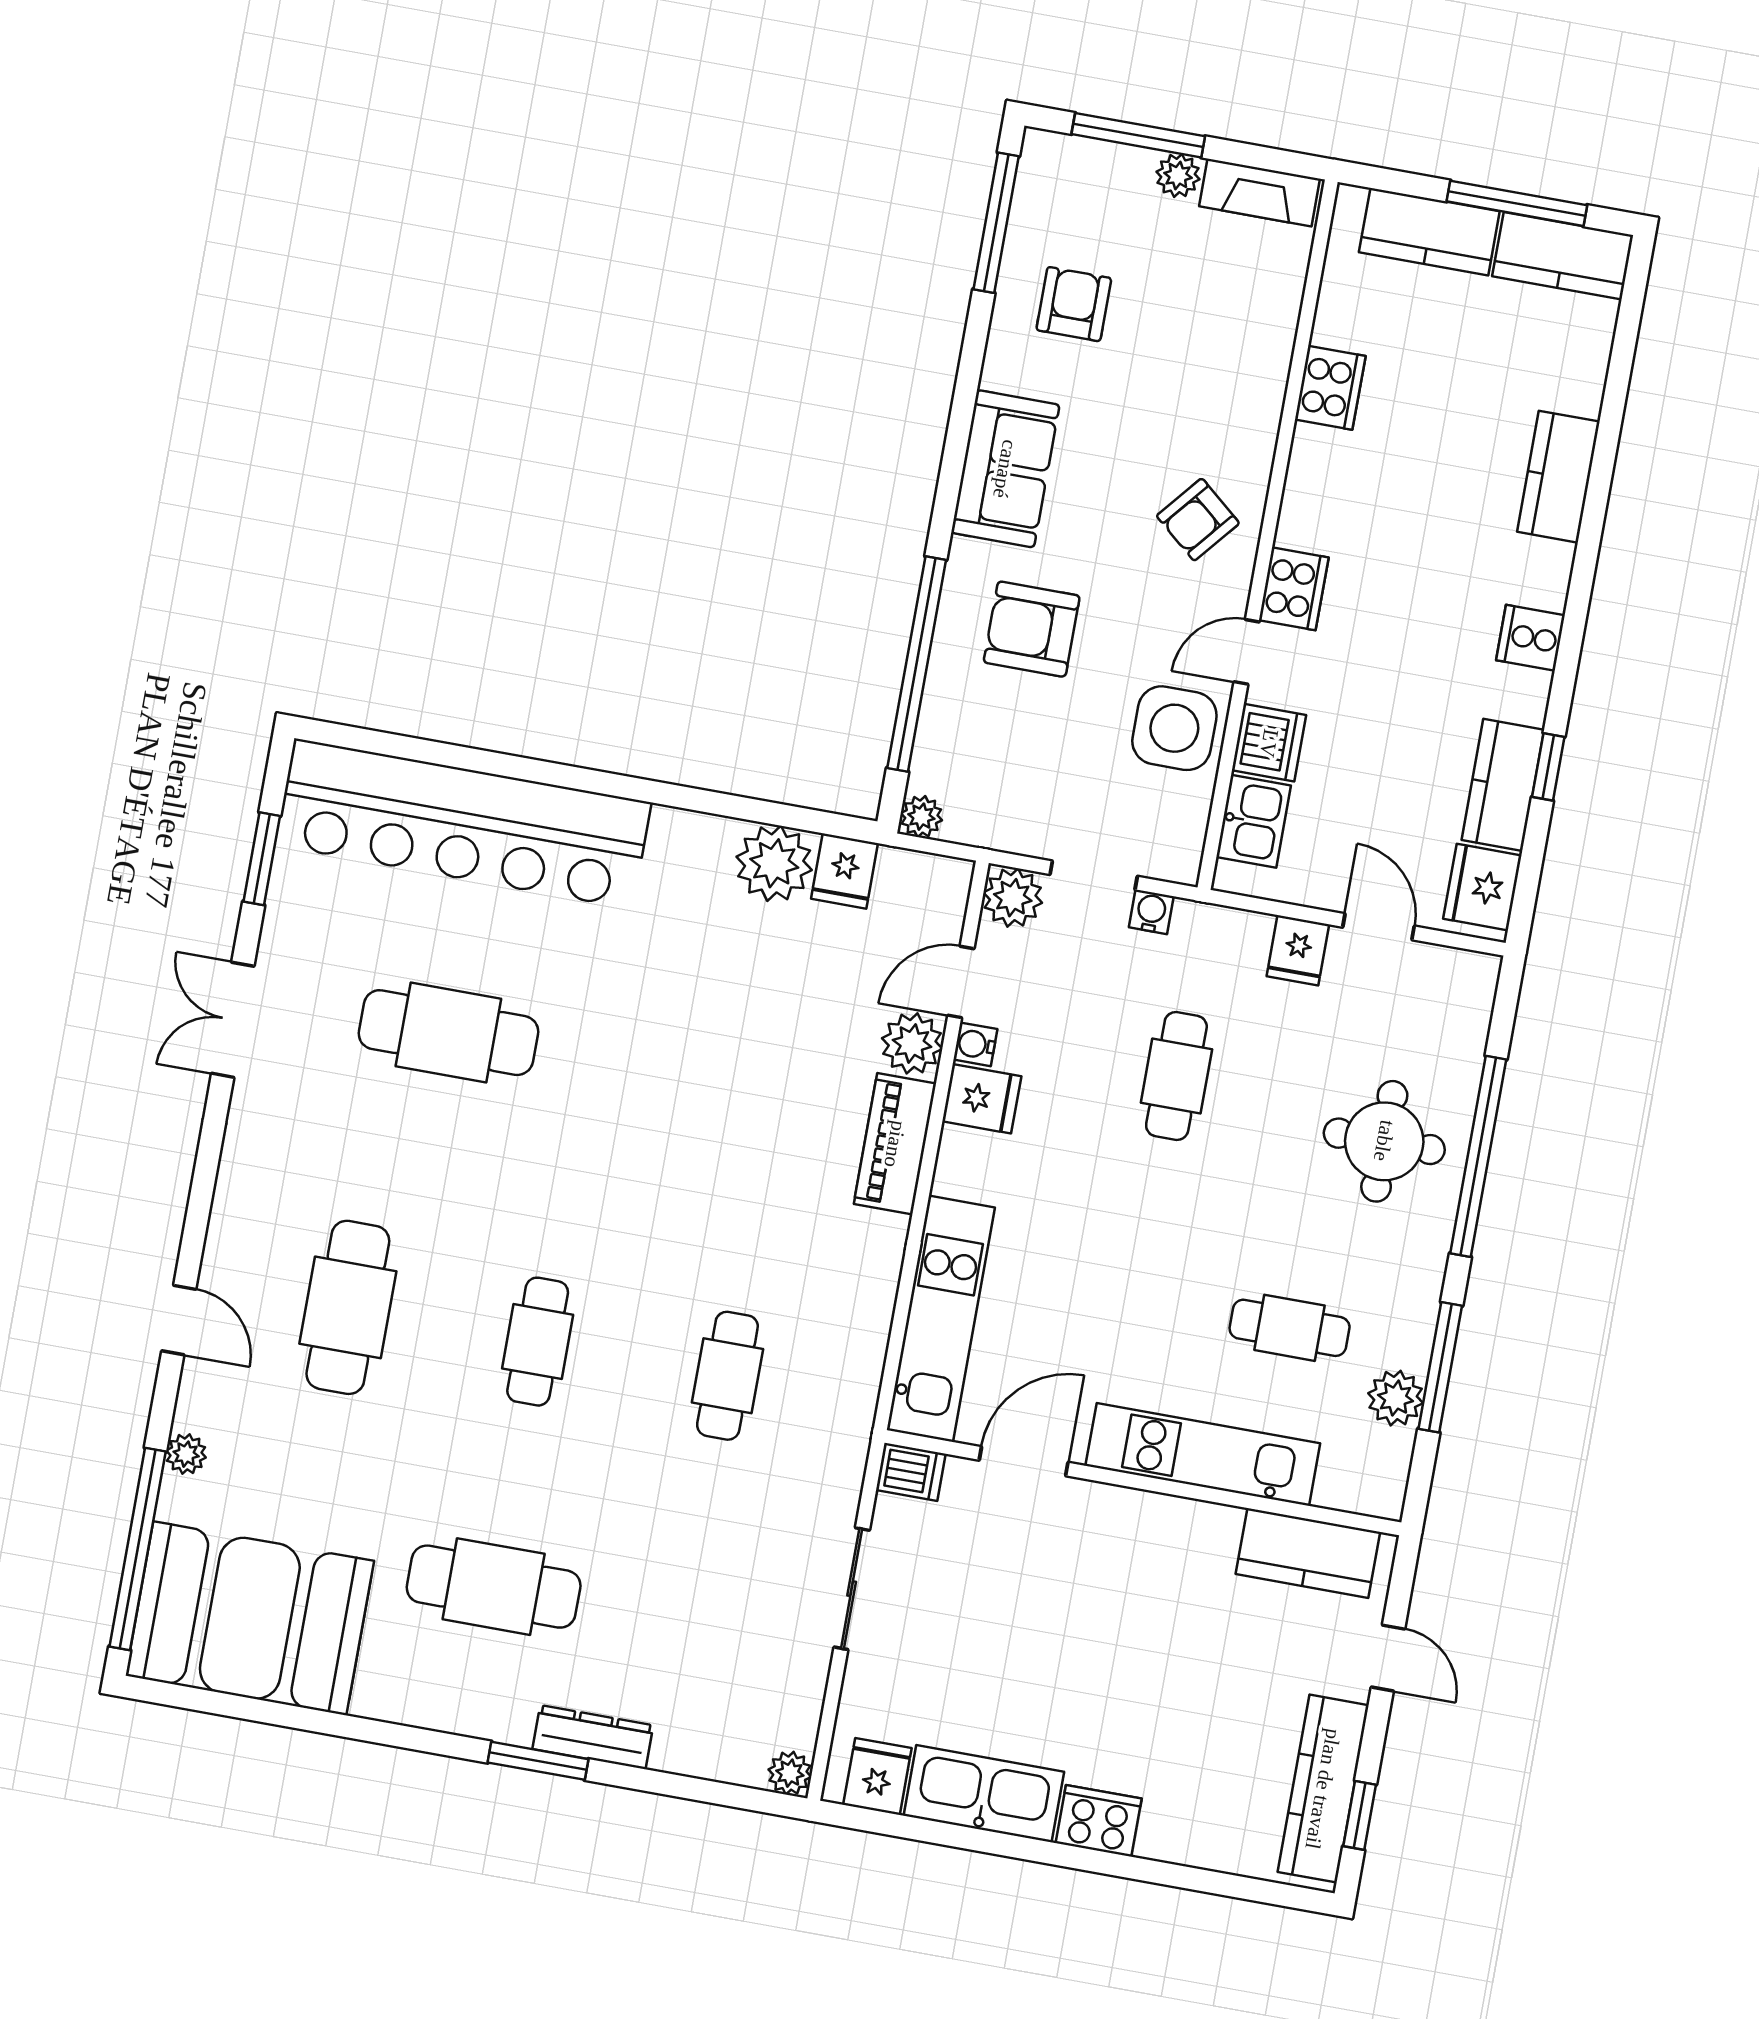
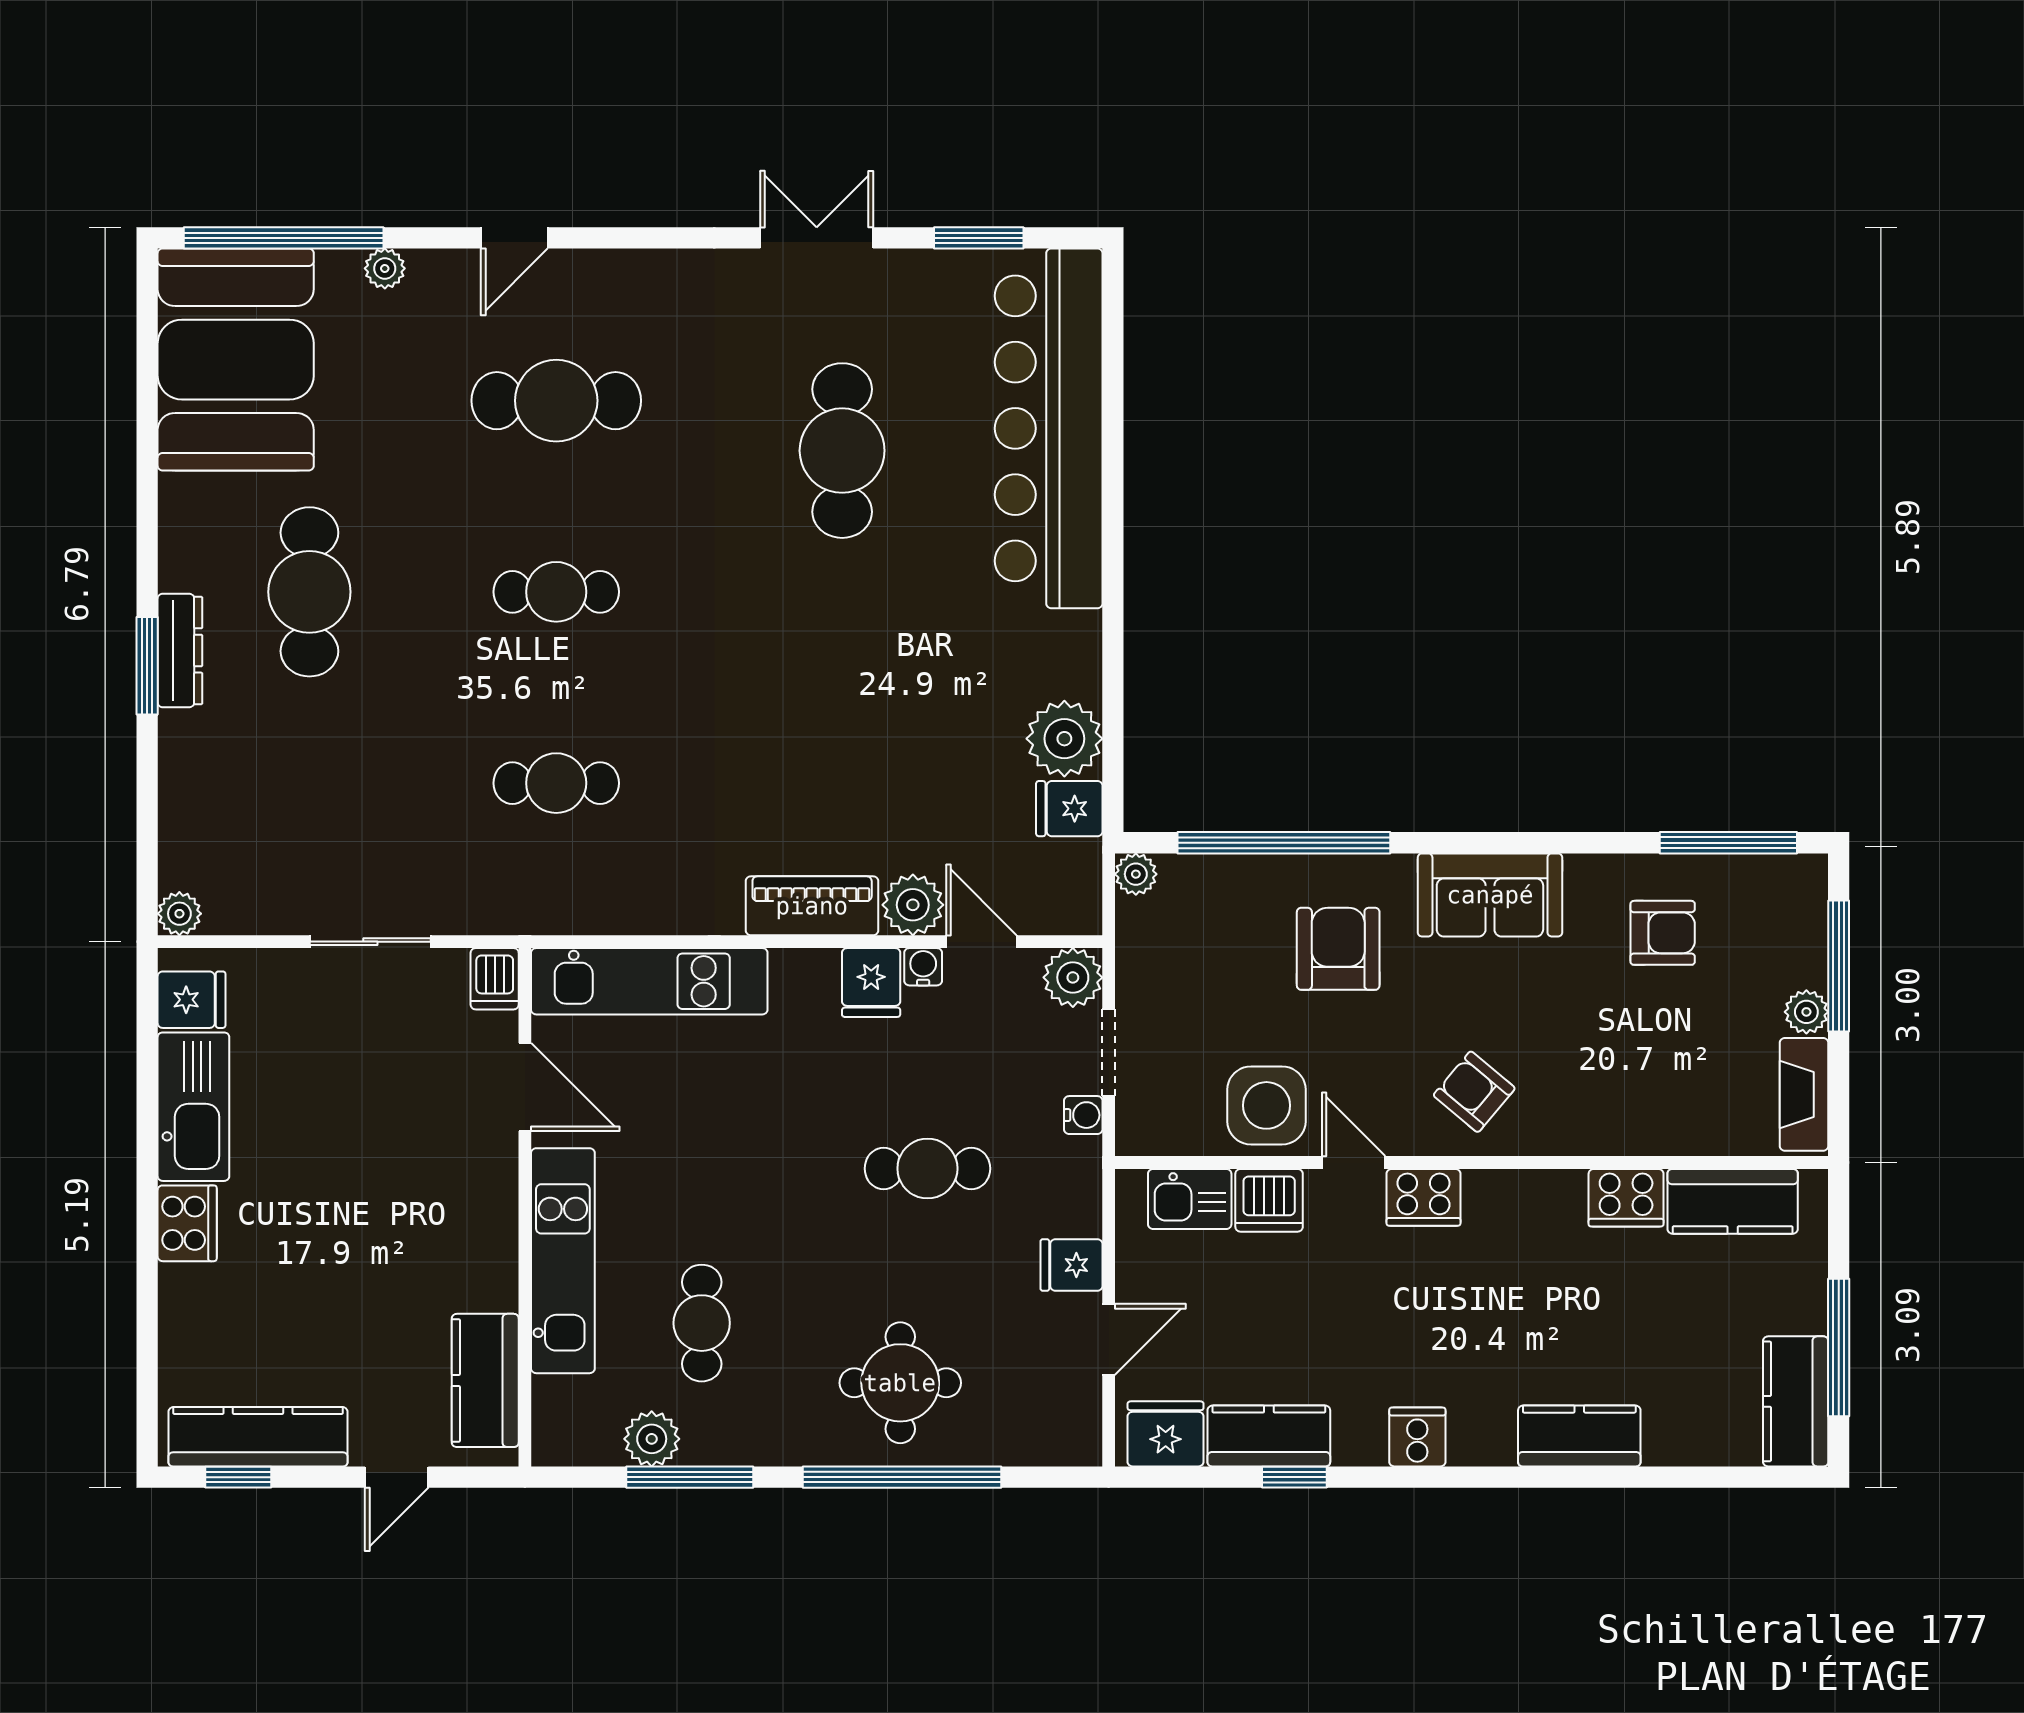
kitchen counter: (1429, 232) -> (1733, 1201), moved, turned -90
dresser: (593, 1737) -> (180, 650), moved

